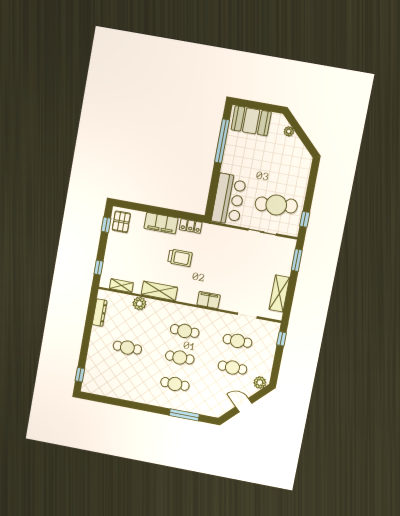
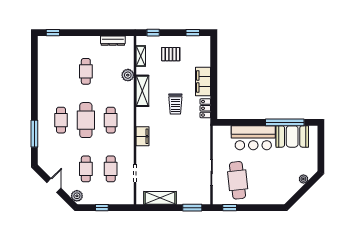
booth: (251, 121) -> (292, 136), moved, turned 90
bar counter: (229, 199) -> (253, 138), moved
pallet: (121, 222) -> (171, 54), moved
window: (282, 339) -> (102, 208), moved
cafe table: (180, 358) -> (86, 120), width x1.37, depth x1.35

